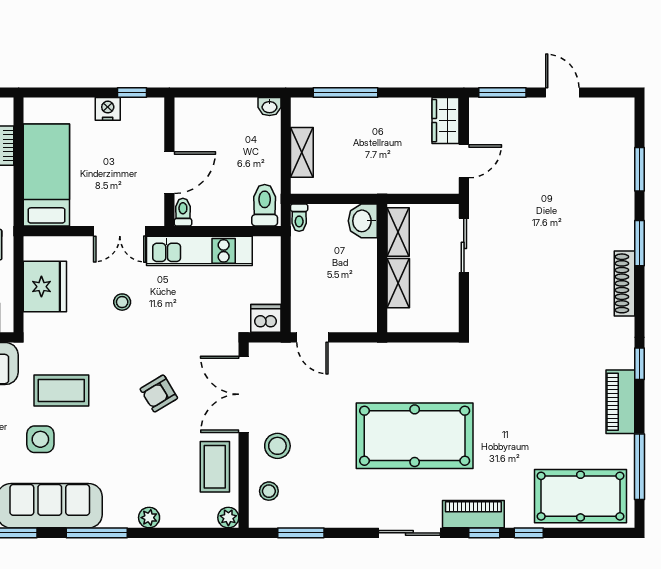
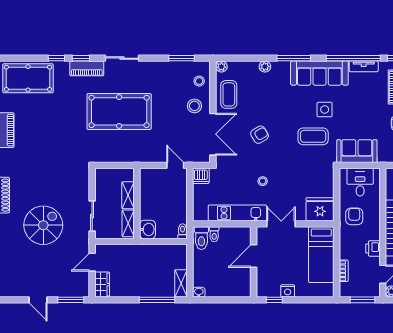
shelving: (302, 152) -> (181, 283), moved
toilet: (183, 212) -> (214, 234), moved
spiral stairs: (553, 229) -> (43, 225), added
fridge: (45, 287) -> (320, 209), moved, turned 90
stool: (122, 302) -> (263, 181), moved

